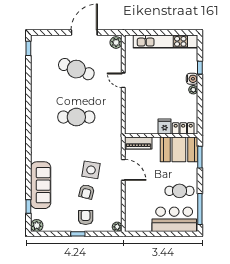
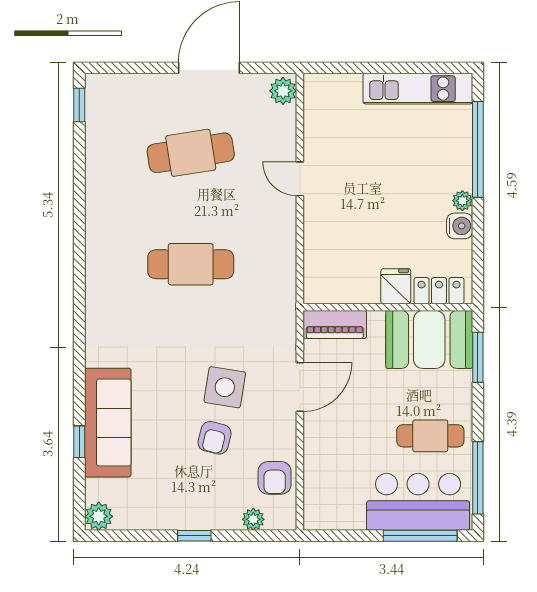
kitchen unit: (166, 41) -> (418, 89), width x0.73
window: (200, 68) -> (478, 149), width x3.17
cafe table: (76, 69) -> (191, 153), turned -30
water cooler: (192, 79) -> (460, 226), moved
door: (123, 170) -> (300, 387), hinge flipped
window: (28, 207) -> (79, 442), moved
armchair: (86, 218) -> (275, 478), moved, turned 180
plant: (117, 227) -> (253, 519), moved
window: (175, 234) -> (420, 536), added

